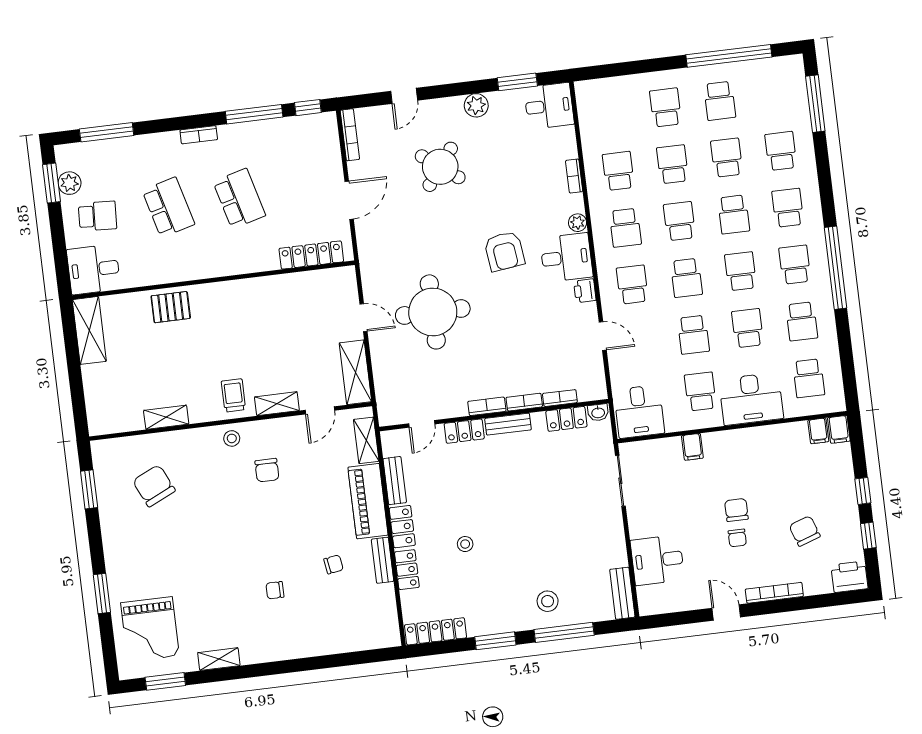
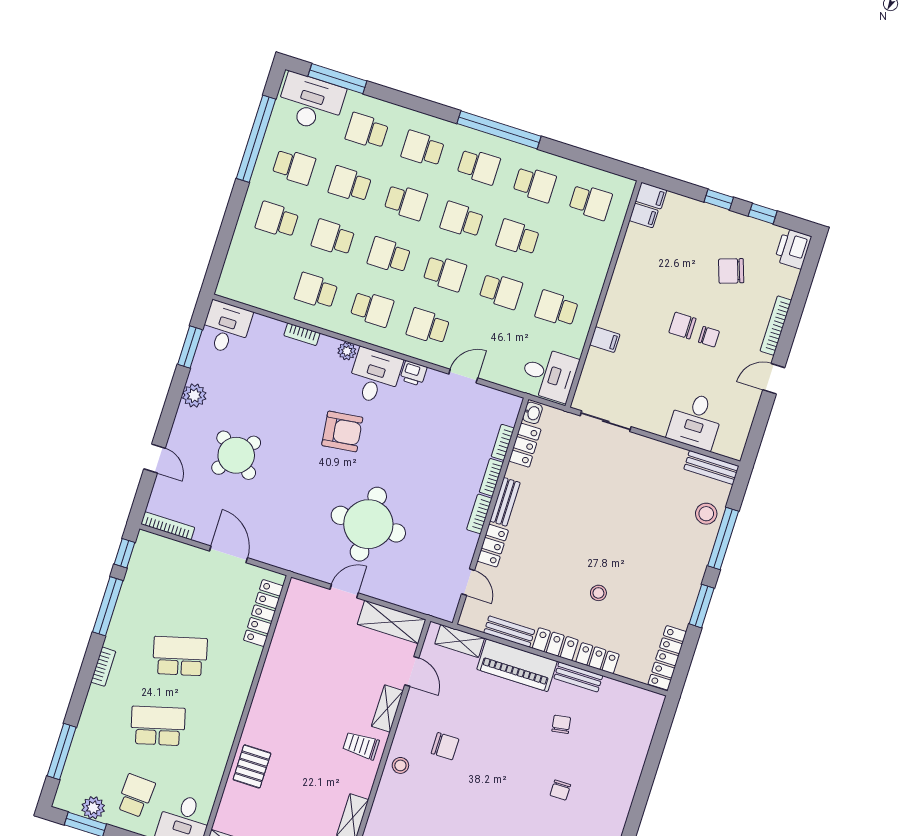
school desk: (795, 265) -> (479, 166), turned 180
desk: (751, 399) -> (311, 102), moved, turned -90
stool: (548, 601) -> (706, 514), moved

